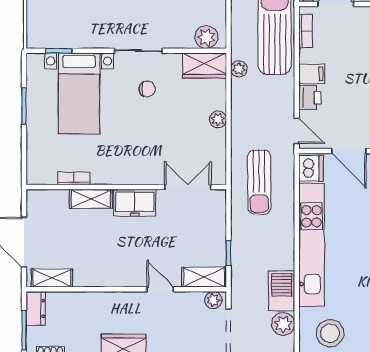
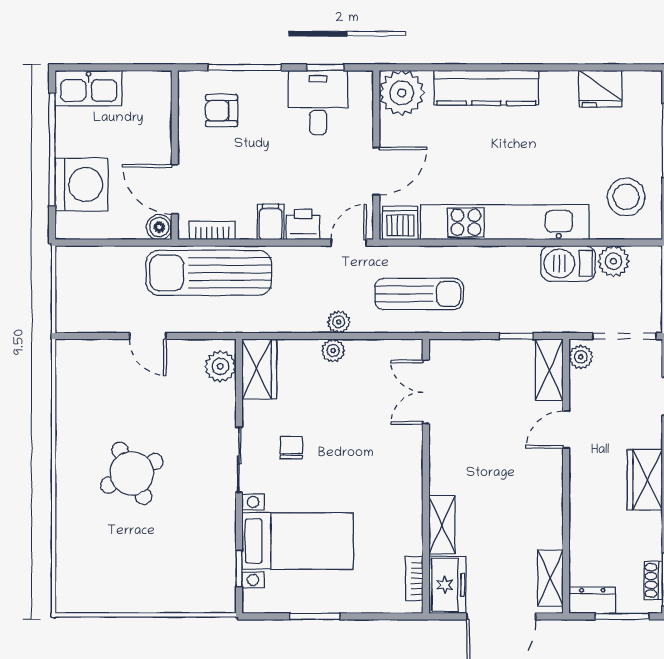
plant: (239, 69) -> (339, 322), moved
bookcase: (74, 179) -> (414, 578), moved
freezer: (135, 203) -> (447, 585), moved

